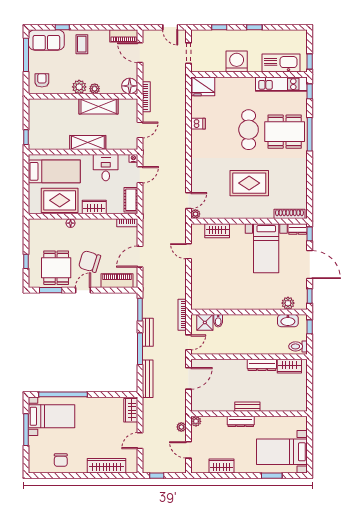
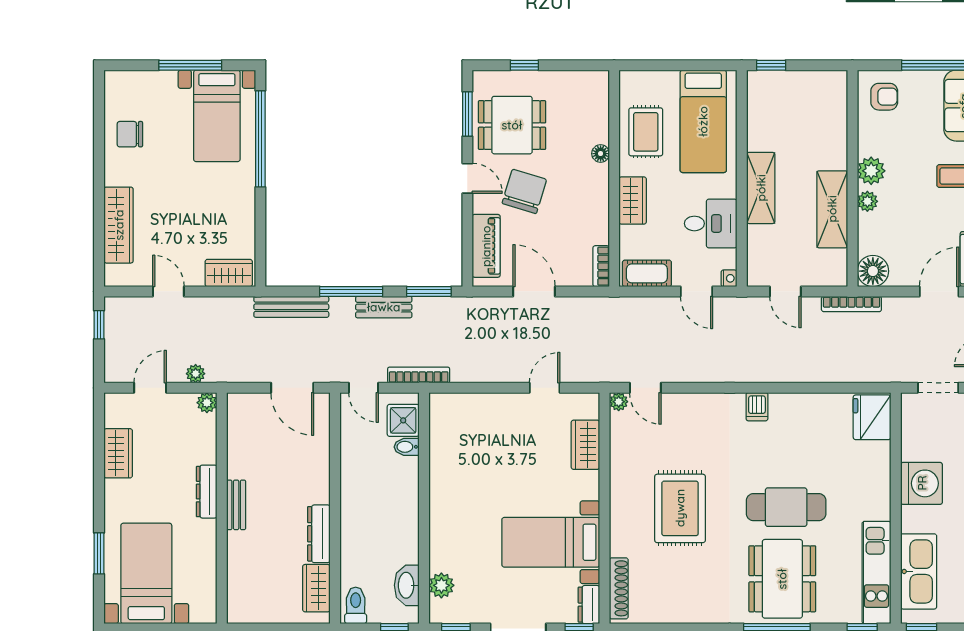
dishwasher: (198, 124) -> (757, 407), moved
rug: (60, 200) -> (646, 132), width x0.73, depth x0.70

